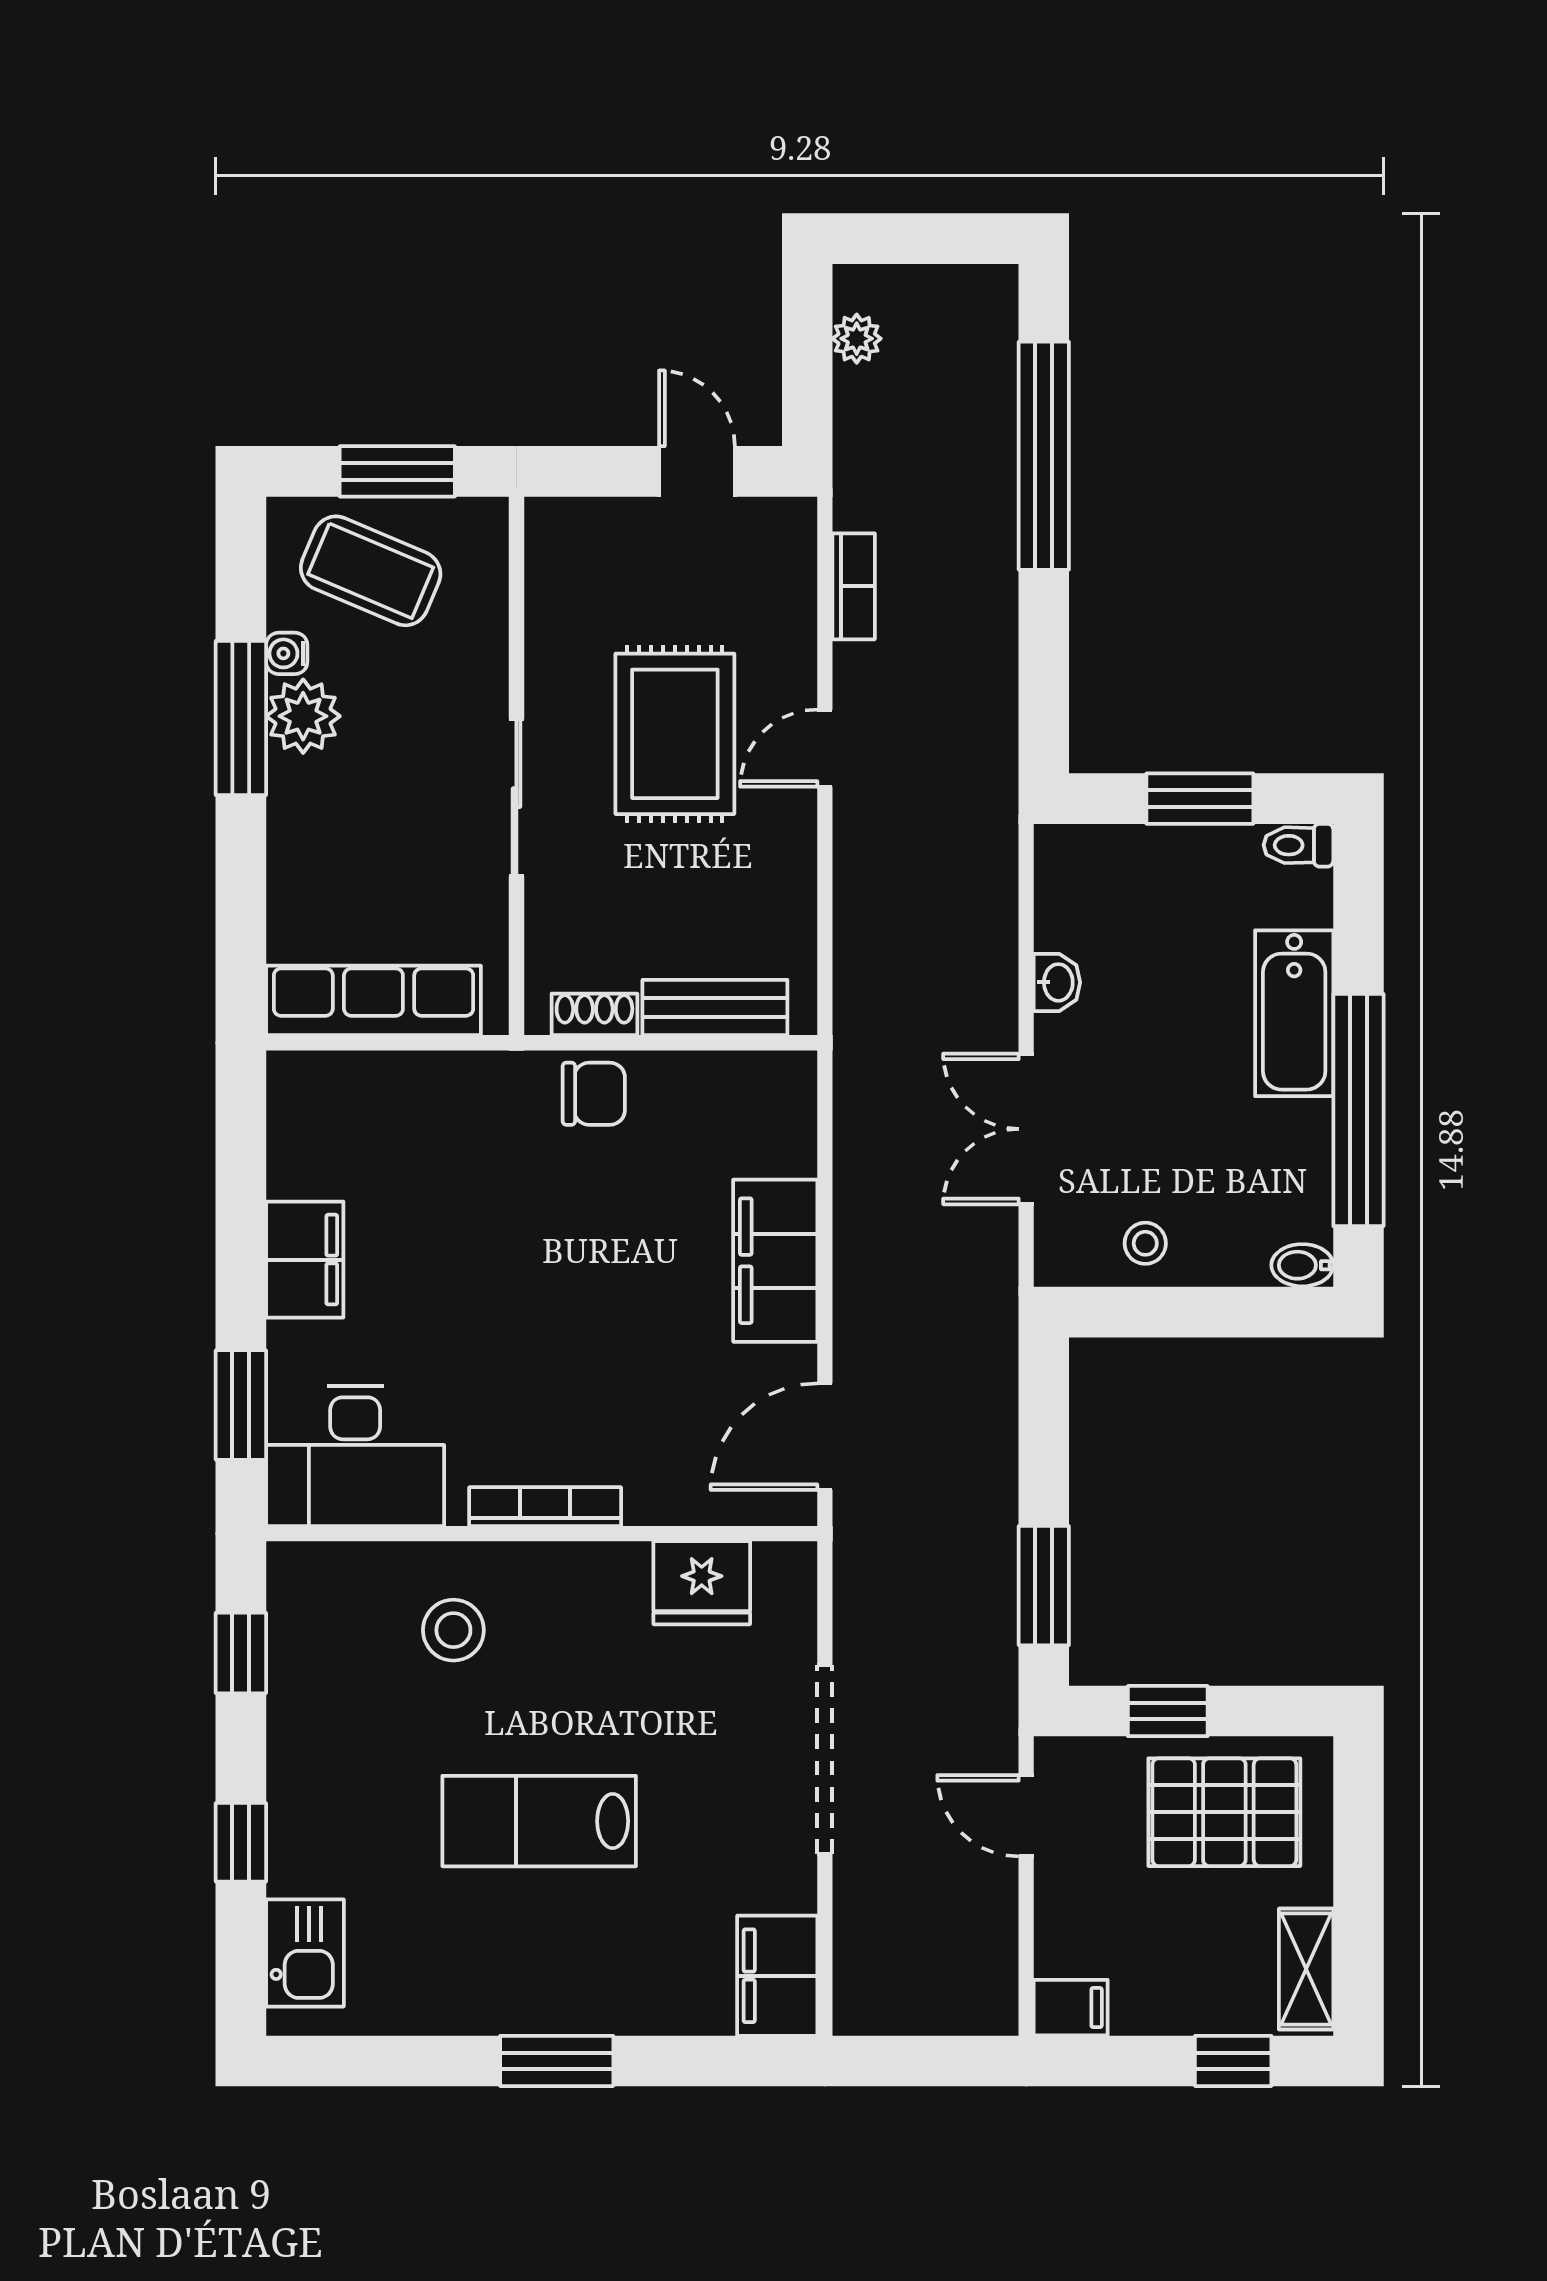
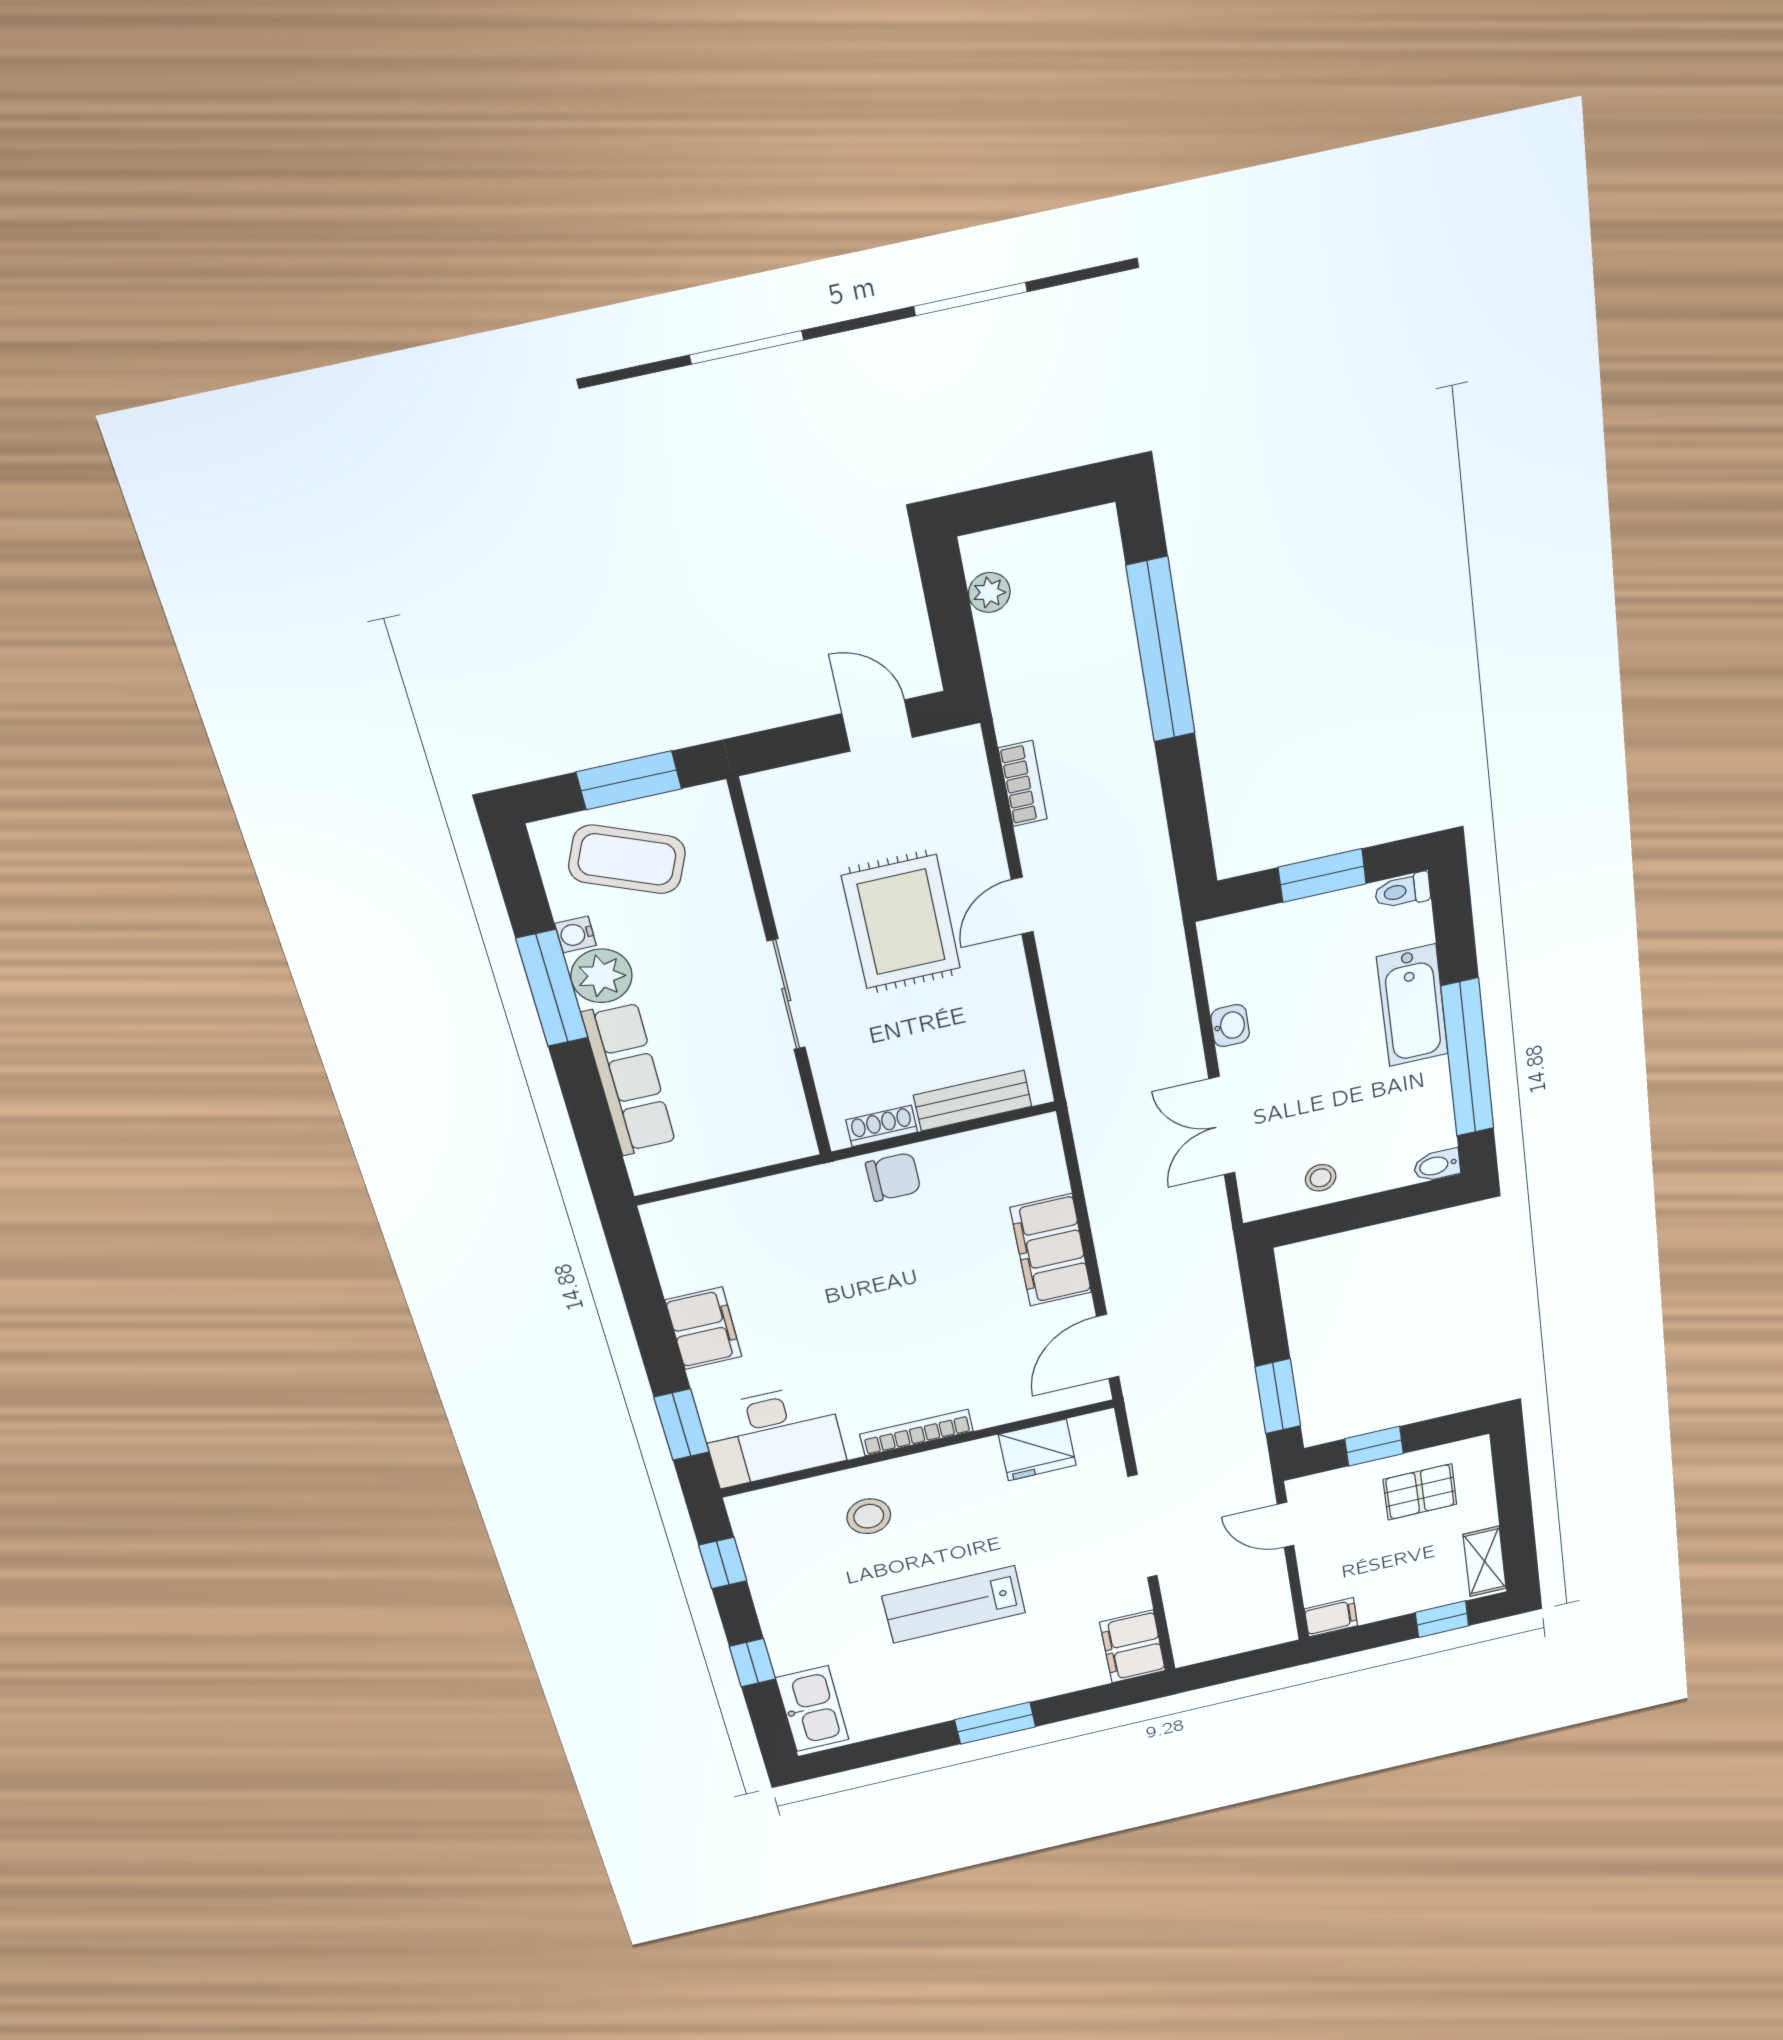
row of seats: (373, 1000) -> (629, 1079), moved, turned 90
pallet: (1224, 1812) -> (1420, 1492), width x0.67, depth x0.71
kitchen sink: (305, 1953) -> (812, 1709), width x1.38

